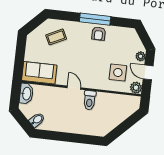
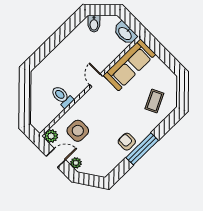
sofa: (39, 73) -> (129, 65), width x1.36
door: (74, 88) -> (96, 80), swing flipped
toilet: (90, 100) -> (62, 97), moved

